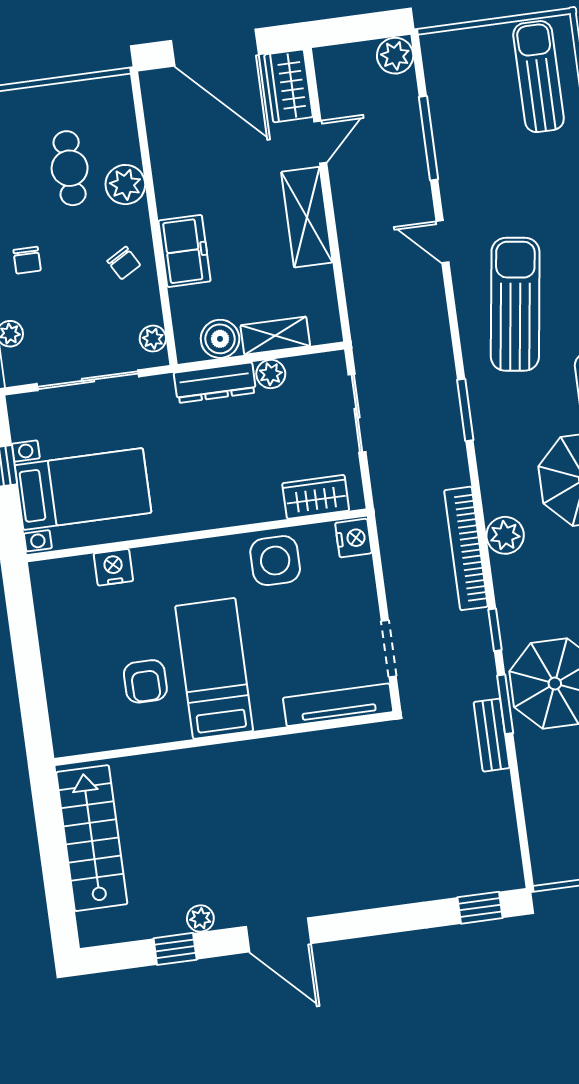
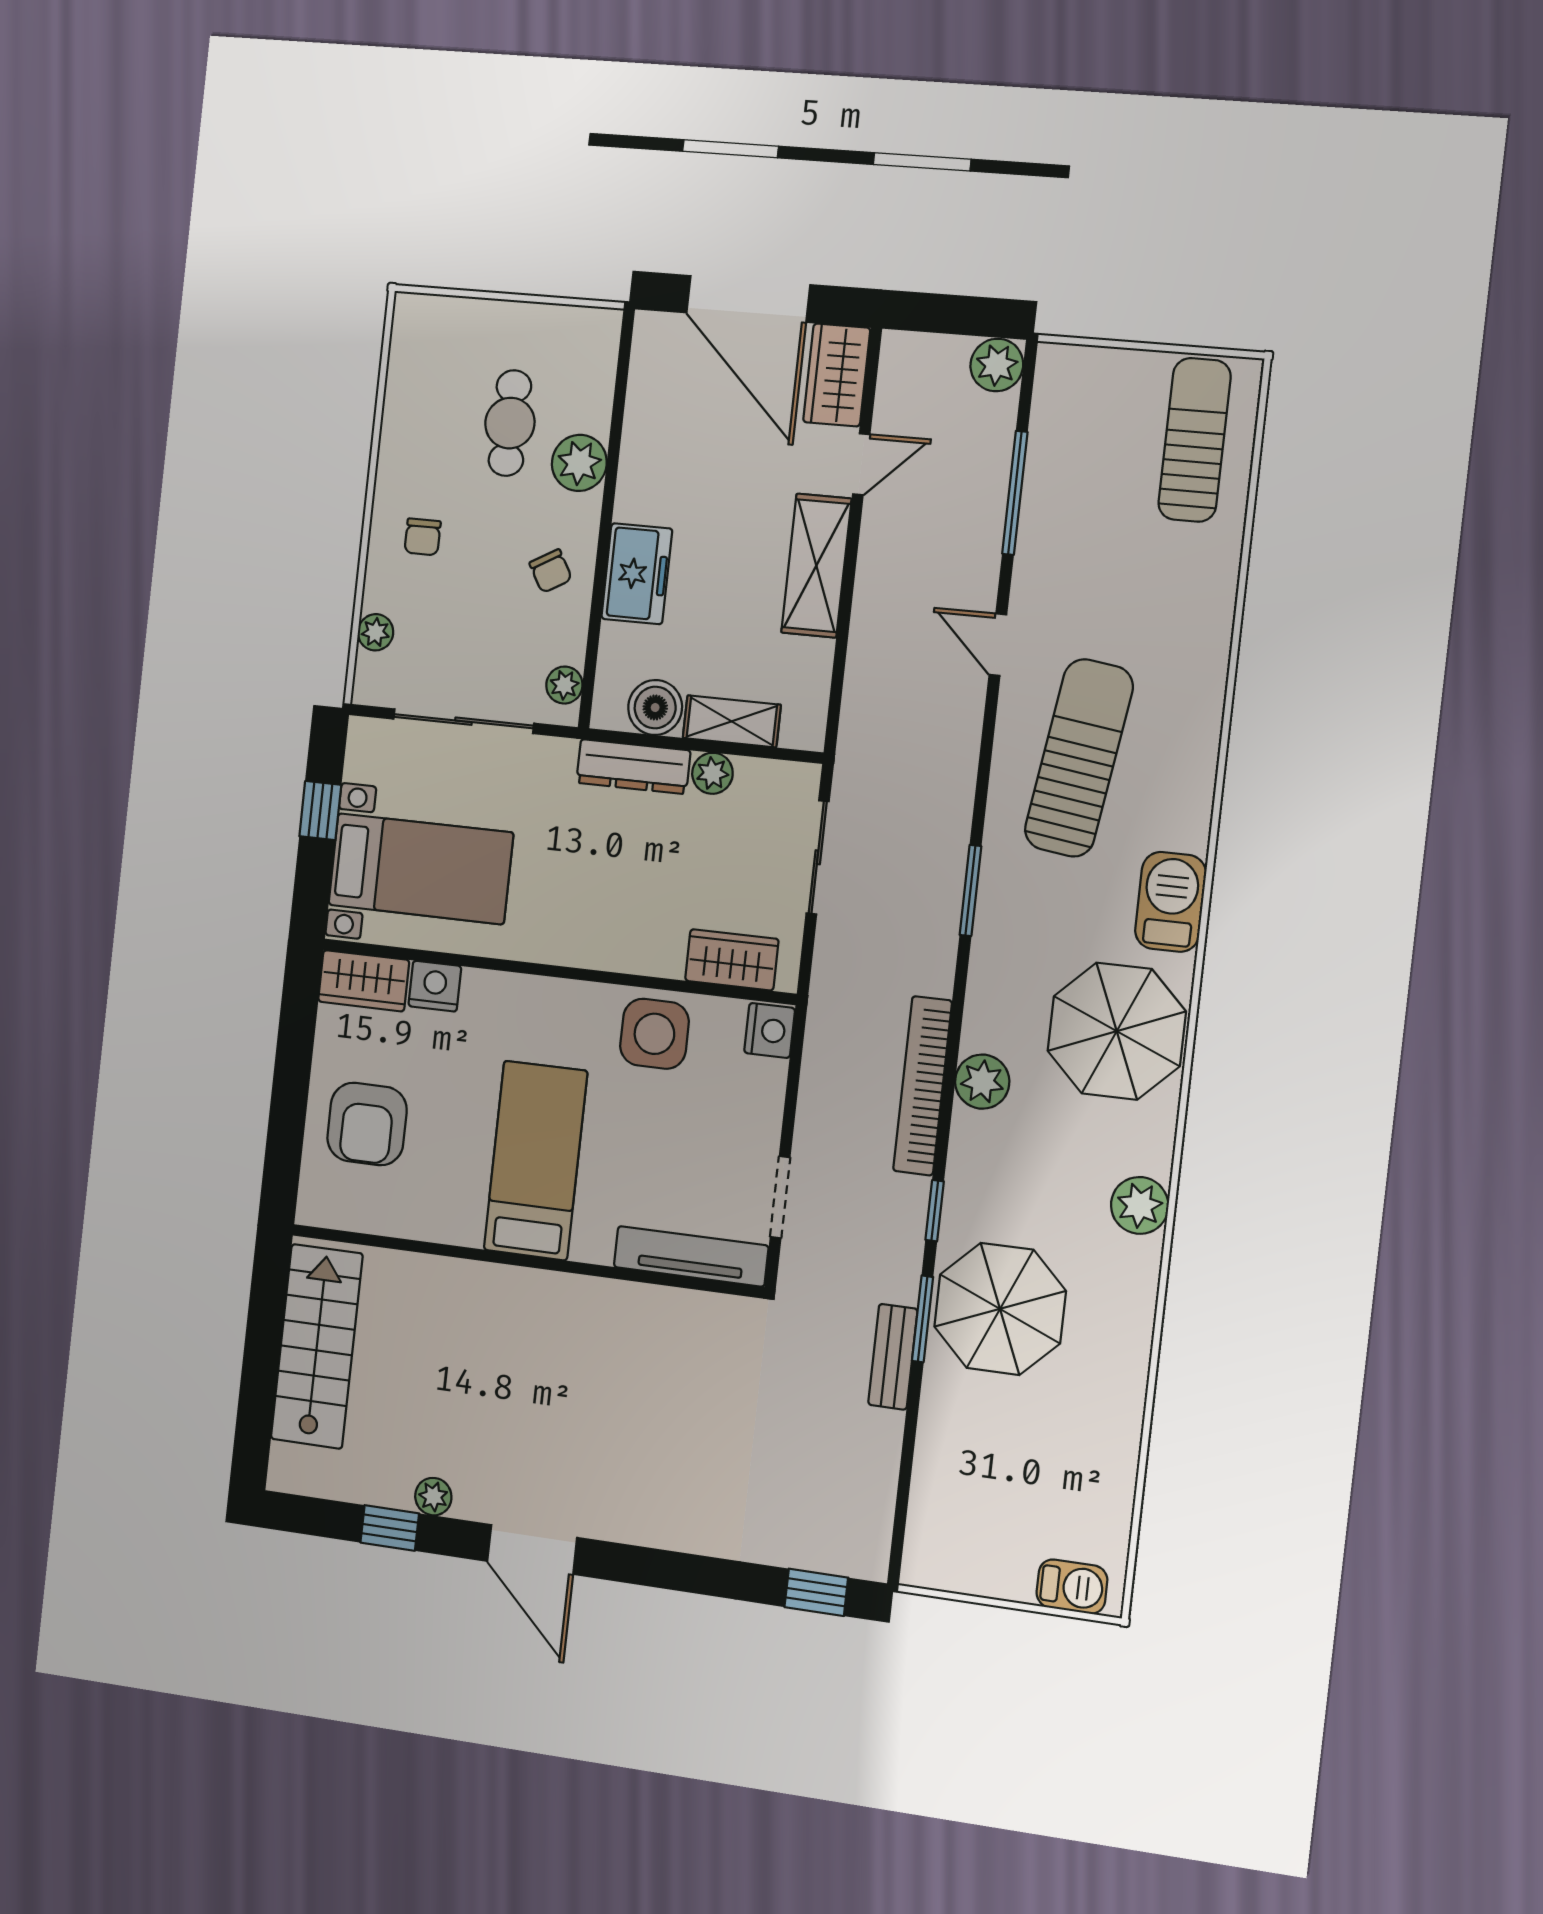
wardrobe: (62, 576) -> (364, 981), added
armchair: (145, 681) -> (367, 1124), moved, width x1.38, depth x1.38

